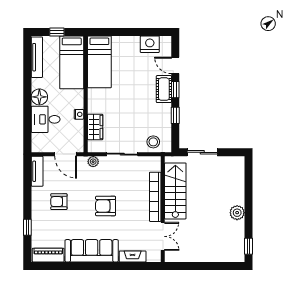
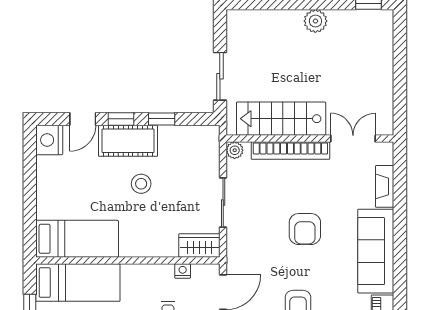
nightstand: (150, 44) -> (49, 140), moved
cot: (164, 89) -> (128, 141), width x1.37, depth x1.34
nightstand: (79, 114) -> (183, 271), moved
wardrobe: (95, 127) -> (199, 246), moved
stool: (153, 142) -> (141, 184), moved
plant: (93, 162) -> (235, 150), moved

